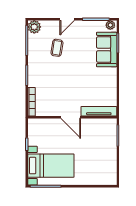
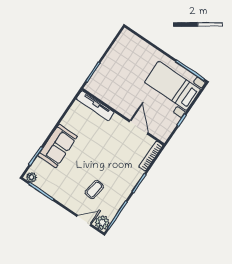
door: (67, 19) -> (84, 220), moved
sofa: (107, 50) -> (58, 146), moved
door: (71, 117) -> (139, 127), moved

